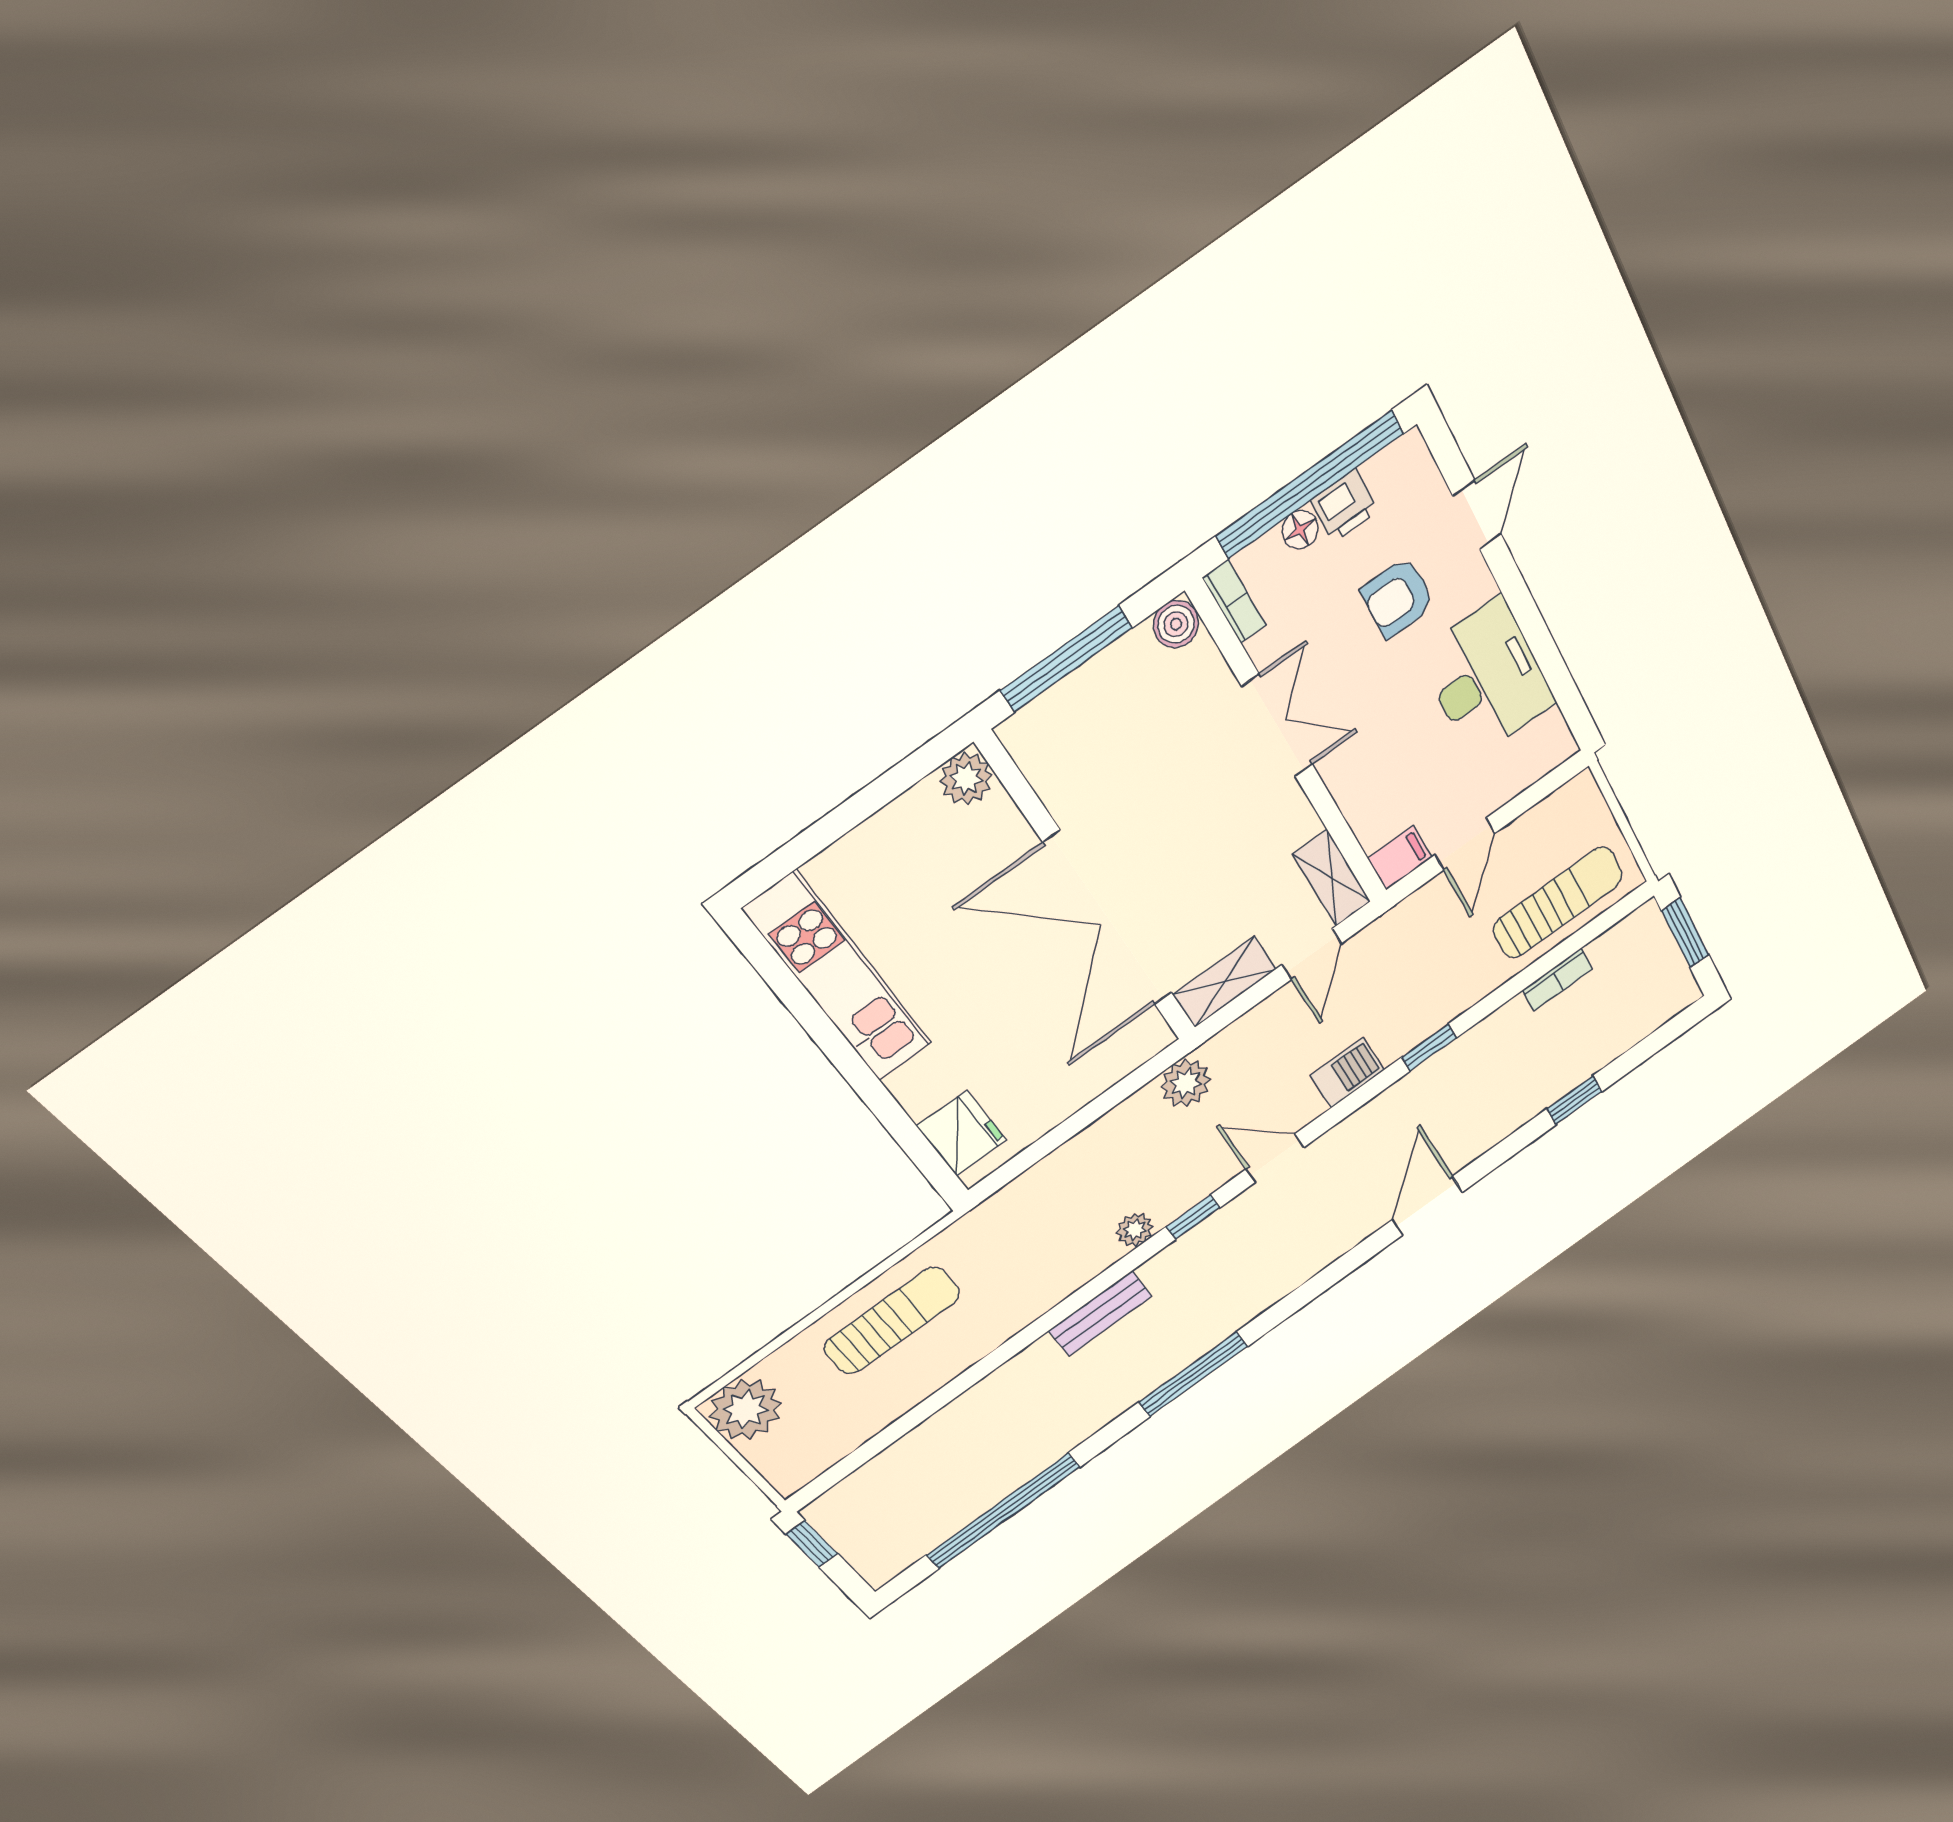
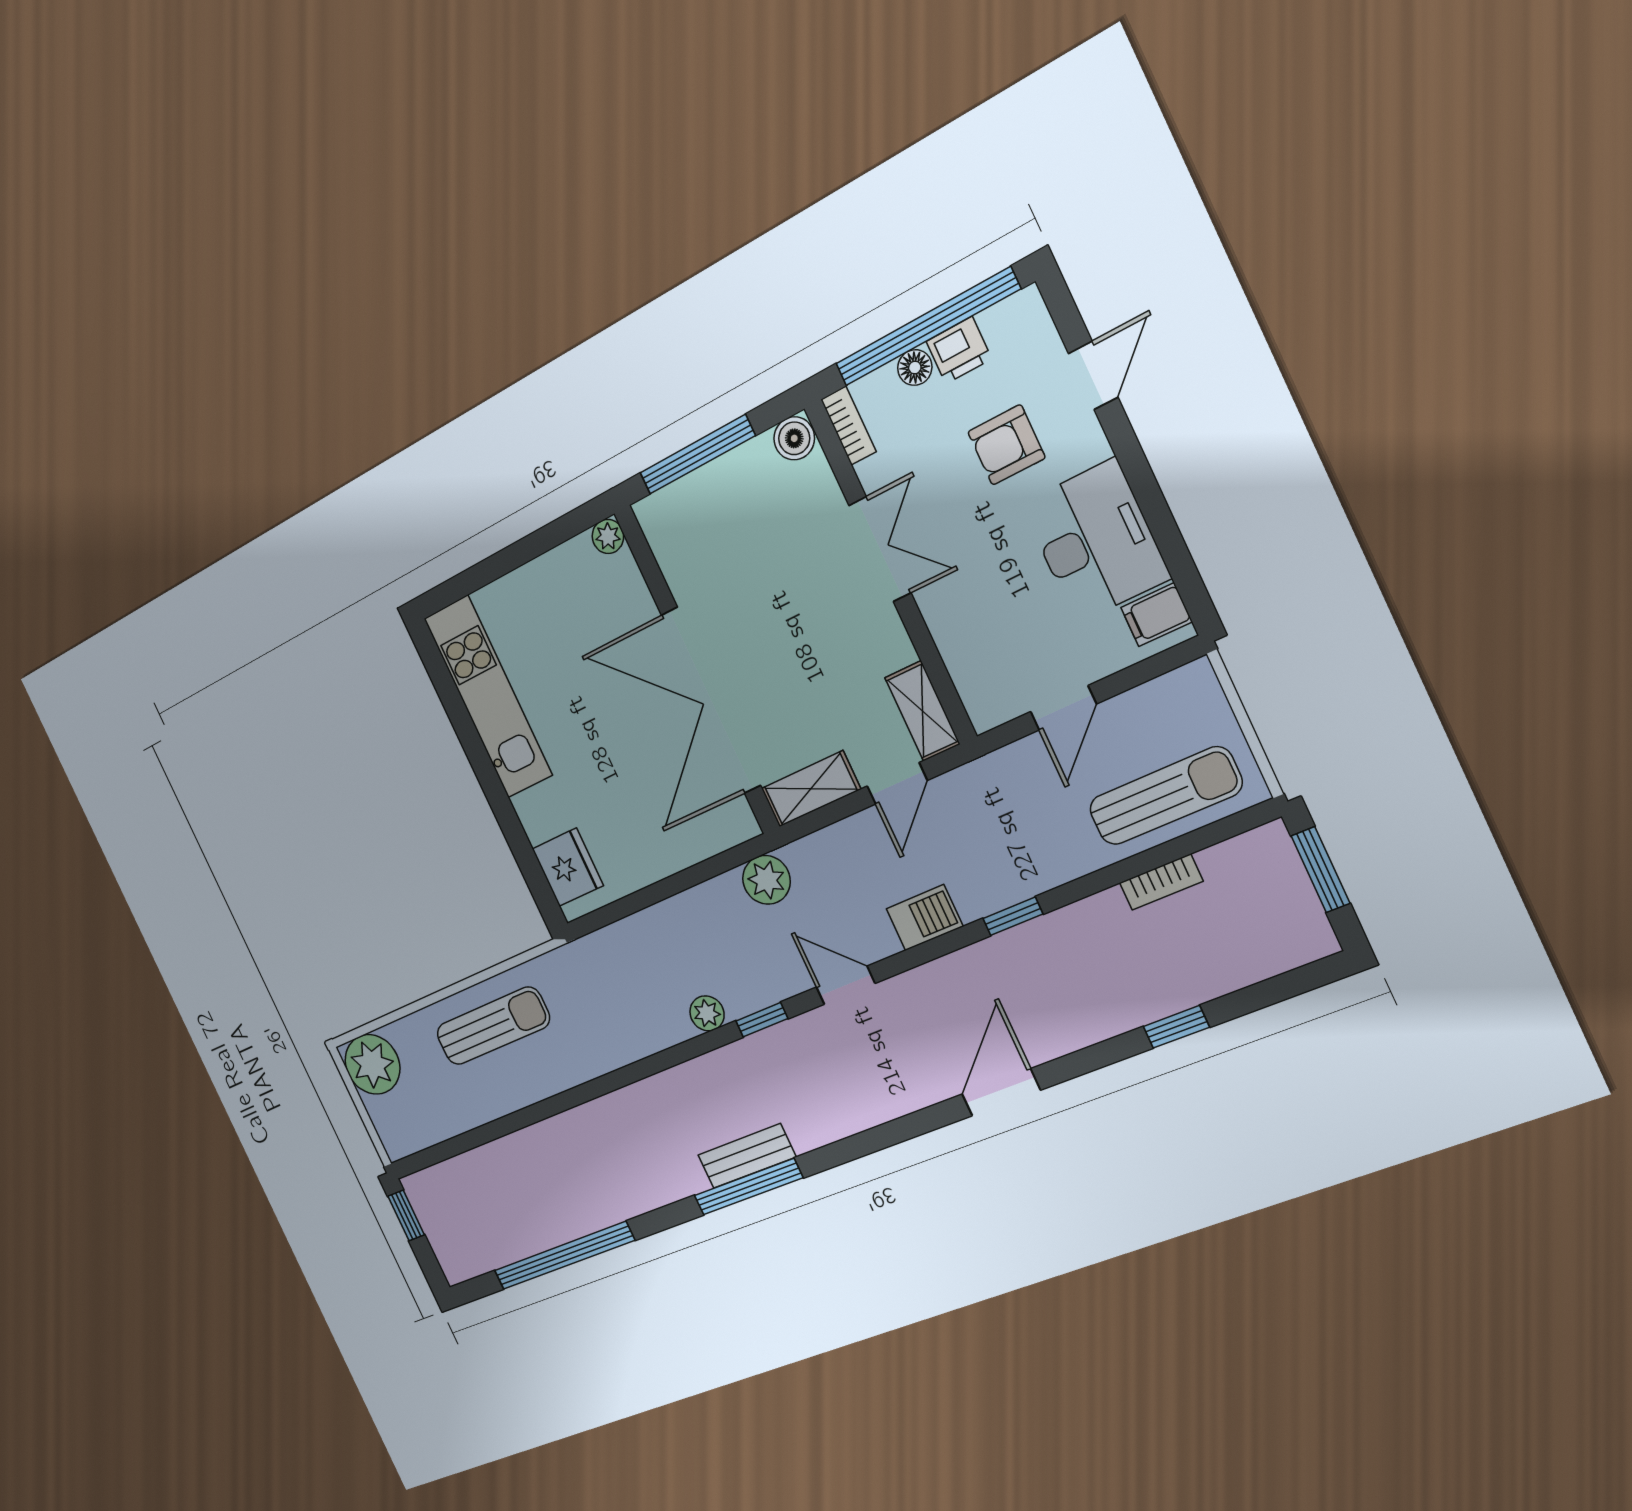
plant: (966, 779) -> (608, 536), width x0.73, depth x0.73
filing cabinet: (1400, 858) -> (1156, 615), moved, turned 180
bench: (1100, 1313) -> (747, 1156), moved

